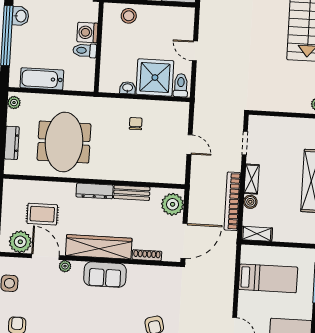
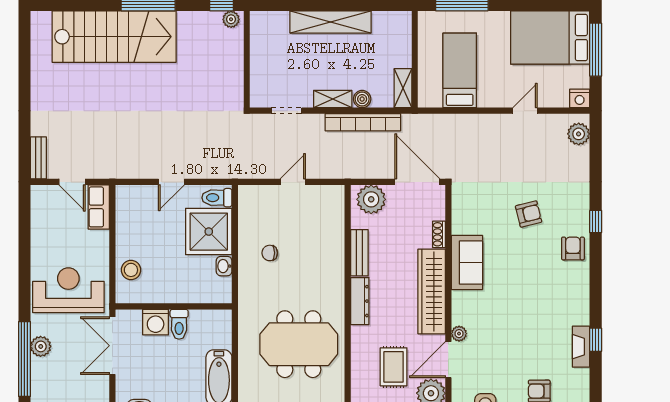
shoe rack: (147, 255) -> (439, 234), width x0.70
sofa: (105, 275) -> (467, 263), moved

